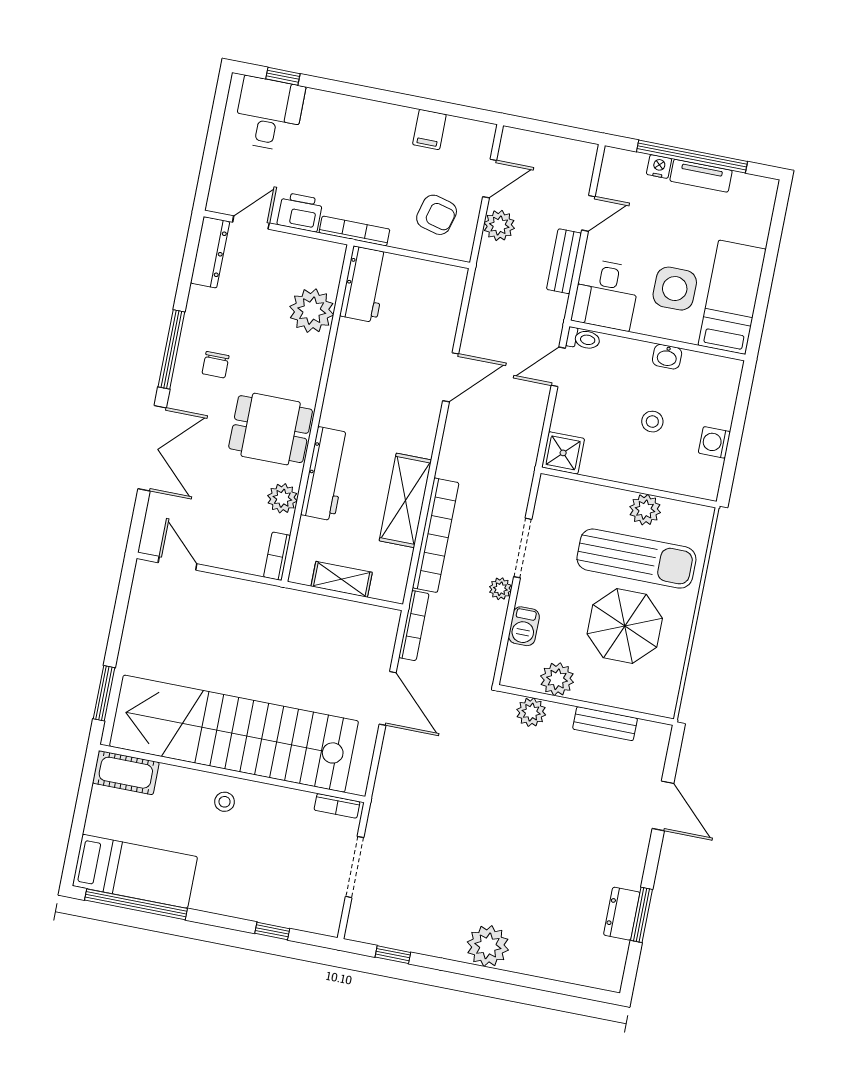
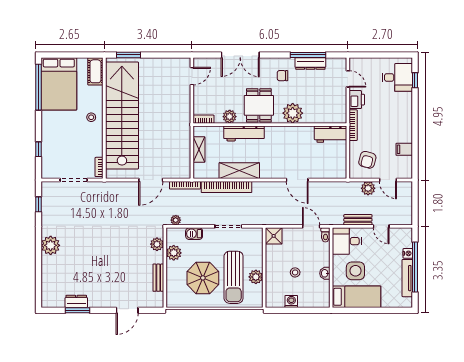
tv unit: (701, 176) -> (407, 278), width x1.41
dresser: (210, 252) -> (310, 64), moved
plant: (312, 311) -> (293, 113), moved
window: (171, 349) -> (308, 55), moved
plant: (500, 589) -> (176, 220), moved
bed: (135, 871) -> (59, 84), width x1.50

